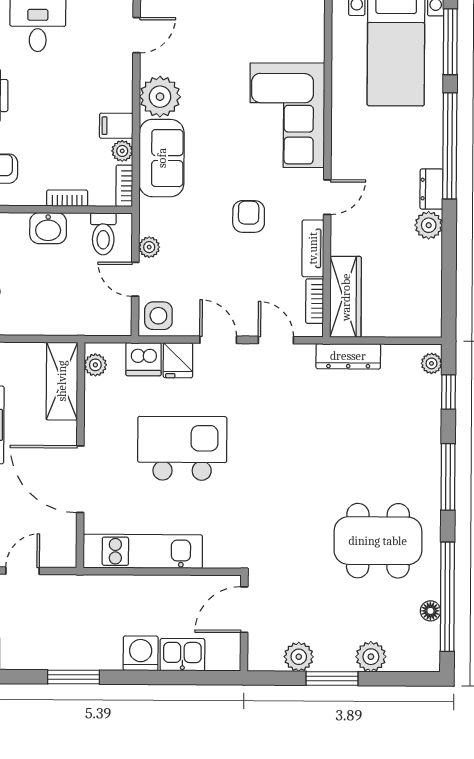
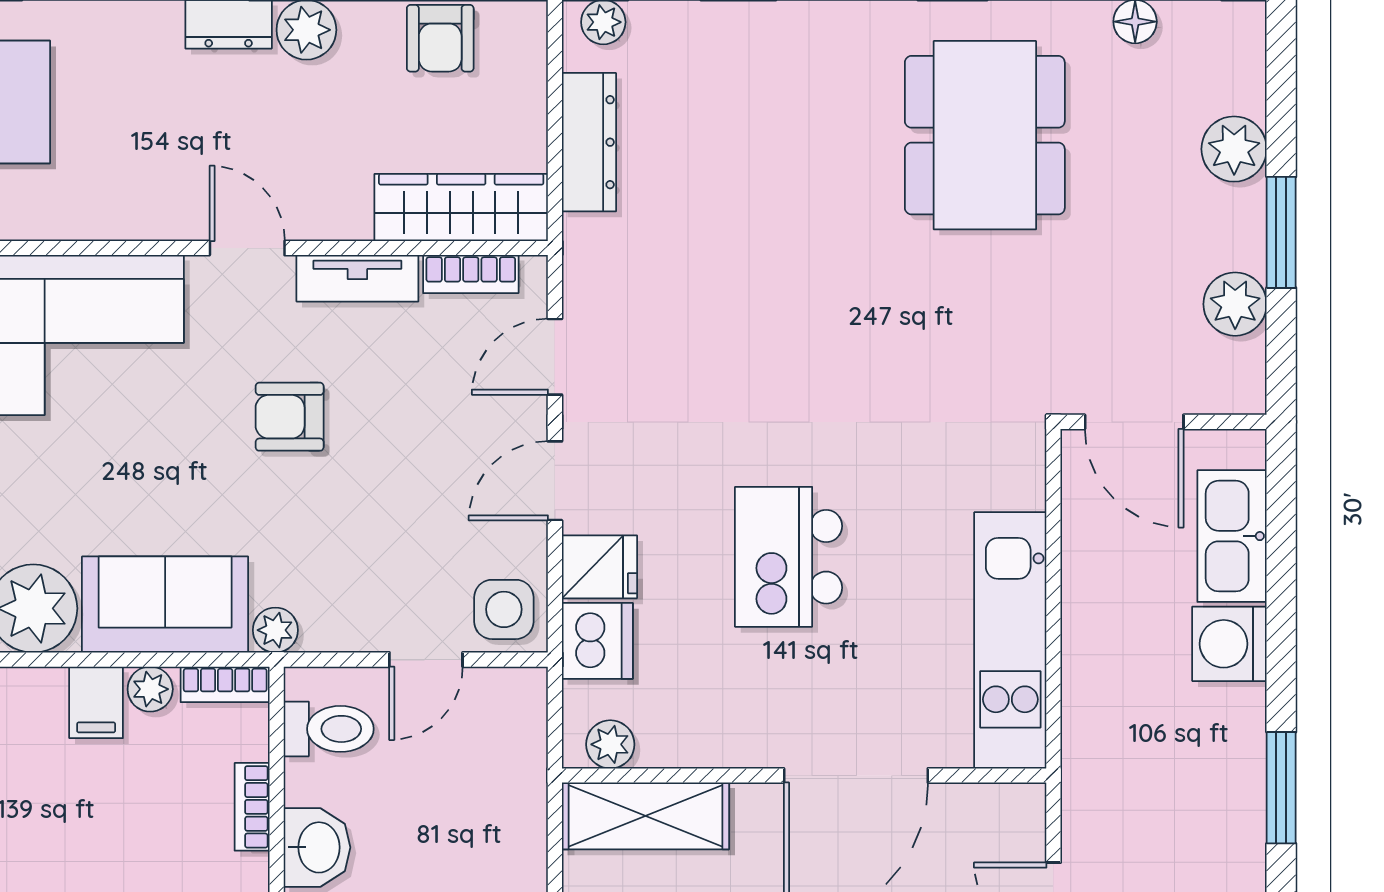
plant: (149, 247) -> (275, 630), moved
armchair: (424, 287) -> (440, 38), added
dresser: (348, 356) -> (589, 142), moved
kitchen island: (182, 448) -> (789, 557), width x0.73, depth x0.78
kitchen sink: (182, 655) -> (1232, 536), width x1.38

